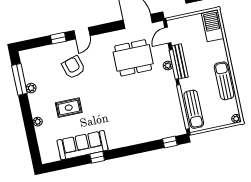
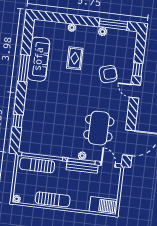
window: (170, 142) -> (18, 121), moved
window: (97, 157) -> (24, 68), width x2.17

